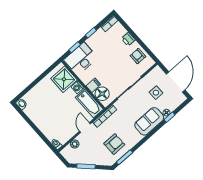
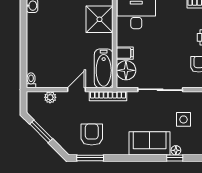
washing machine: (78, 87) -> (106, 40), removed
armchair: (114, 144) -> (92, 135), turned -90

